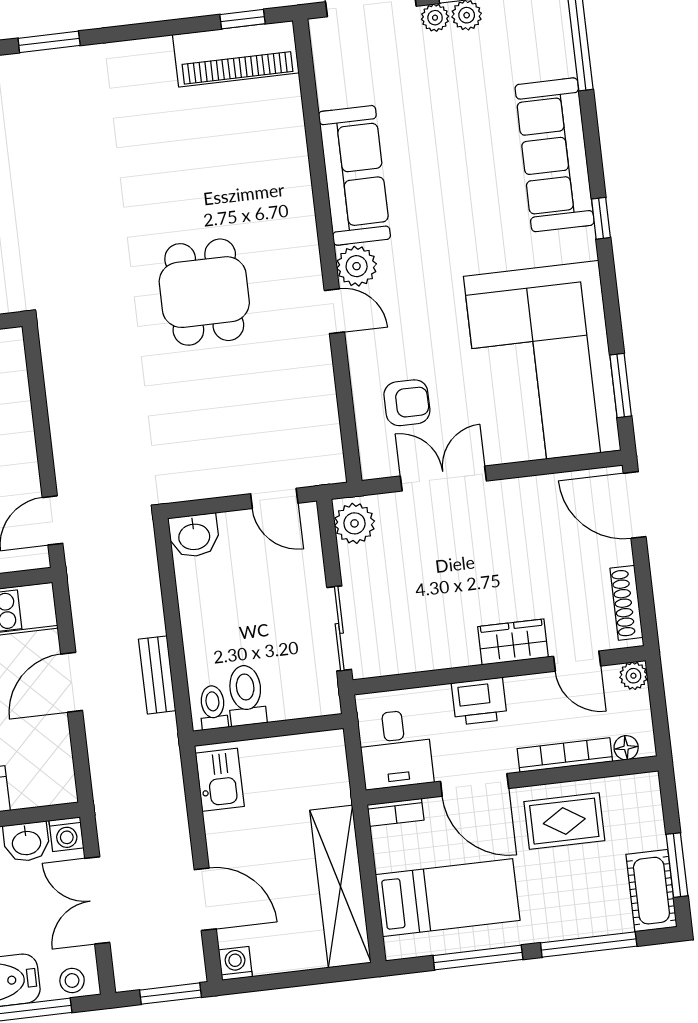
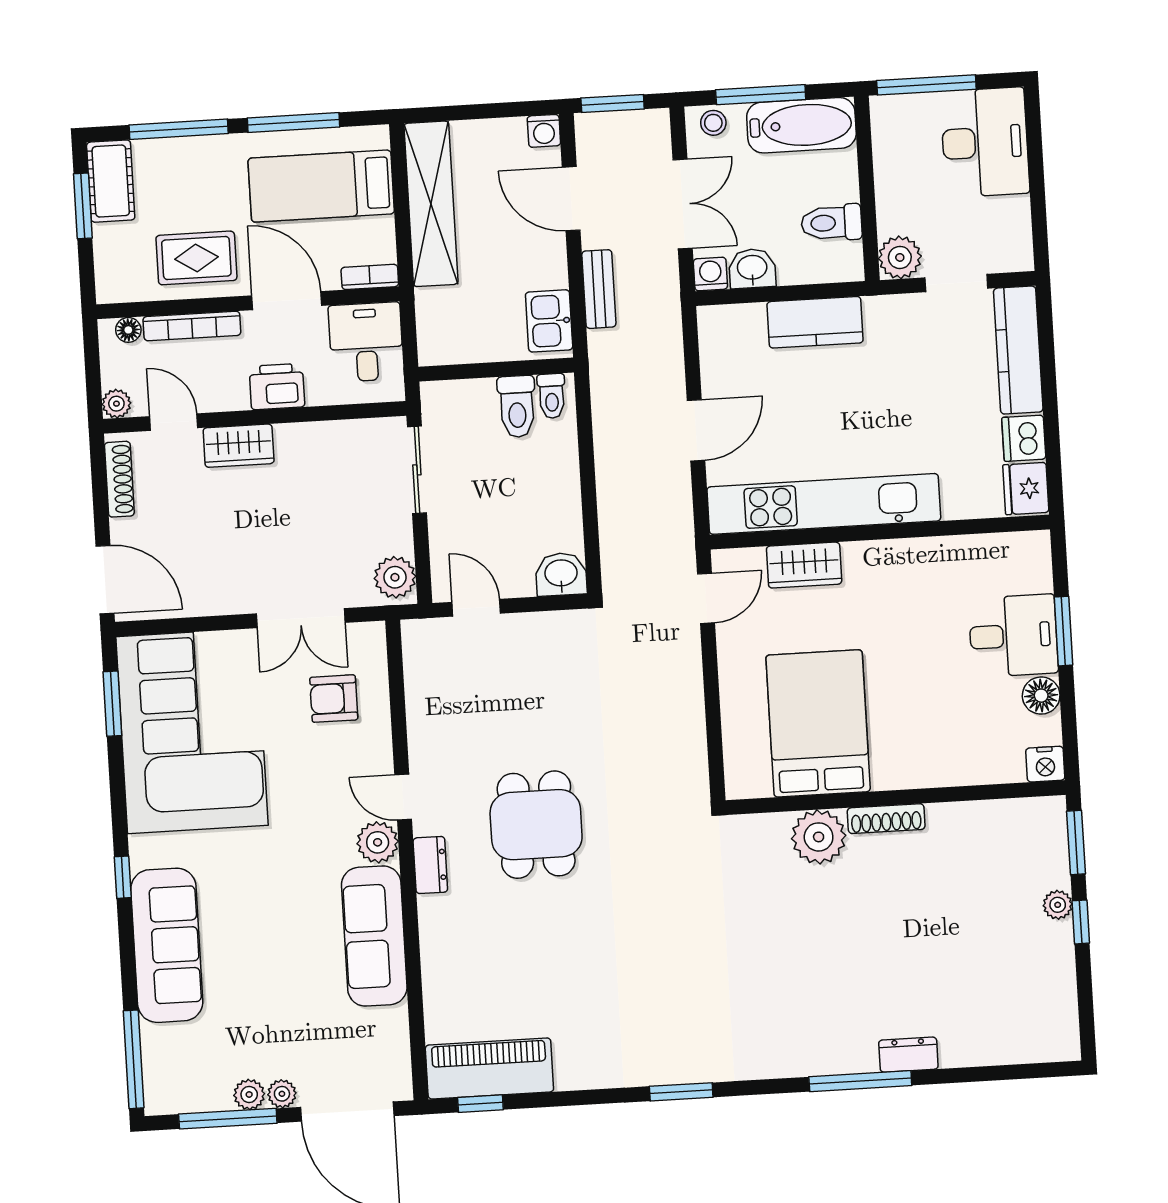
dresser: (304, 247) -> (430, 865), added
bench: (157, 675) -> (599, 289), moved

